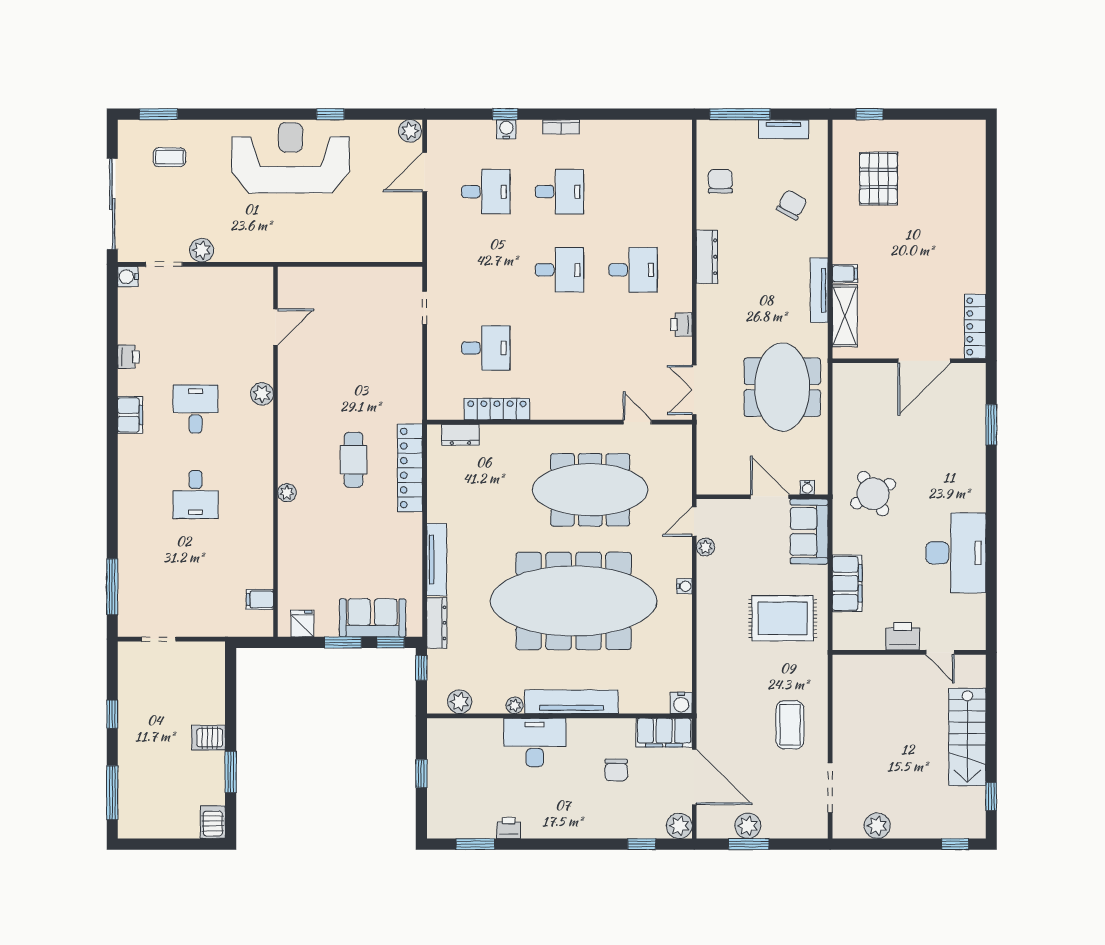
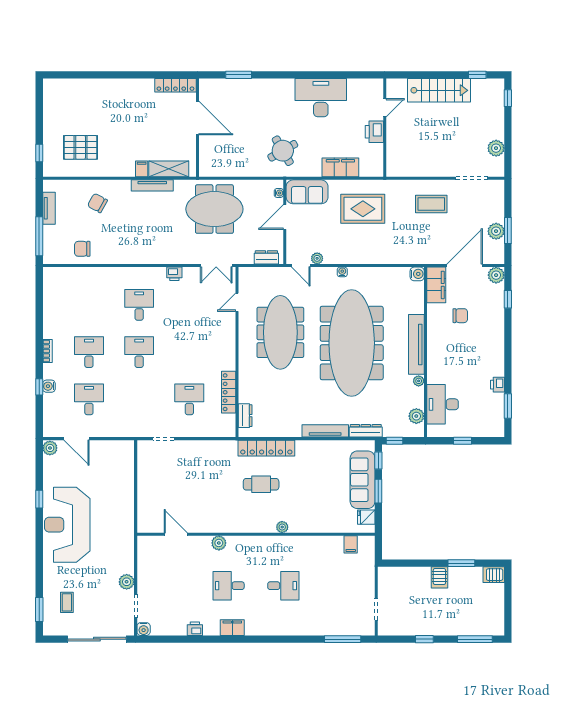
dresser: (707, 257) -> (266, 257), moved, width x0.70
sofa: (372, 618) -> (363, 480), width x1.36
rug: (783, 618) -> (363, 209), turned 90
desk: (535, 742) -> (443, 404), moved

